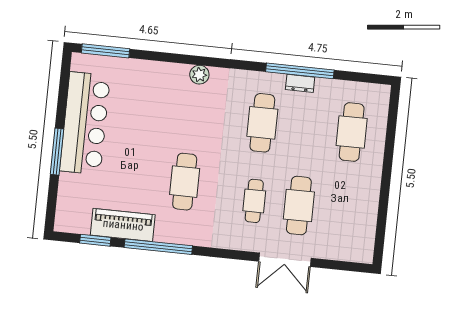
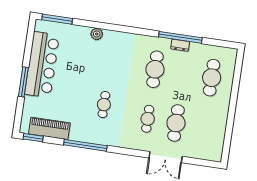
plant: (199, 75) -> (97, 34), moved
cafe table: (185, 182) -> (104, 105), width x0.73, depth x0.74
piano: (123, 225) -> (49, 128), moved
window: (95, 240) -> (33, 138), moved

